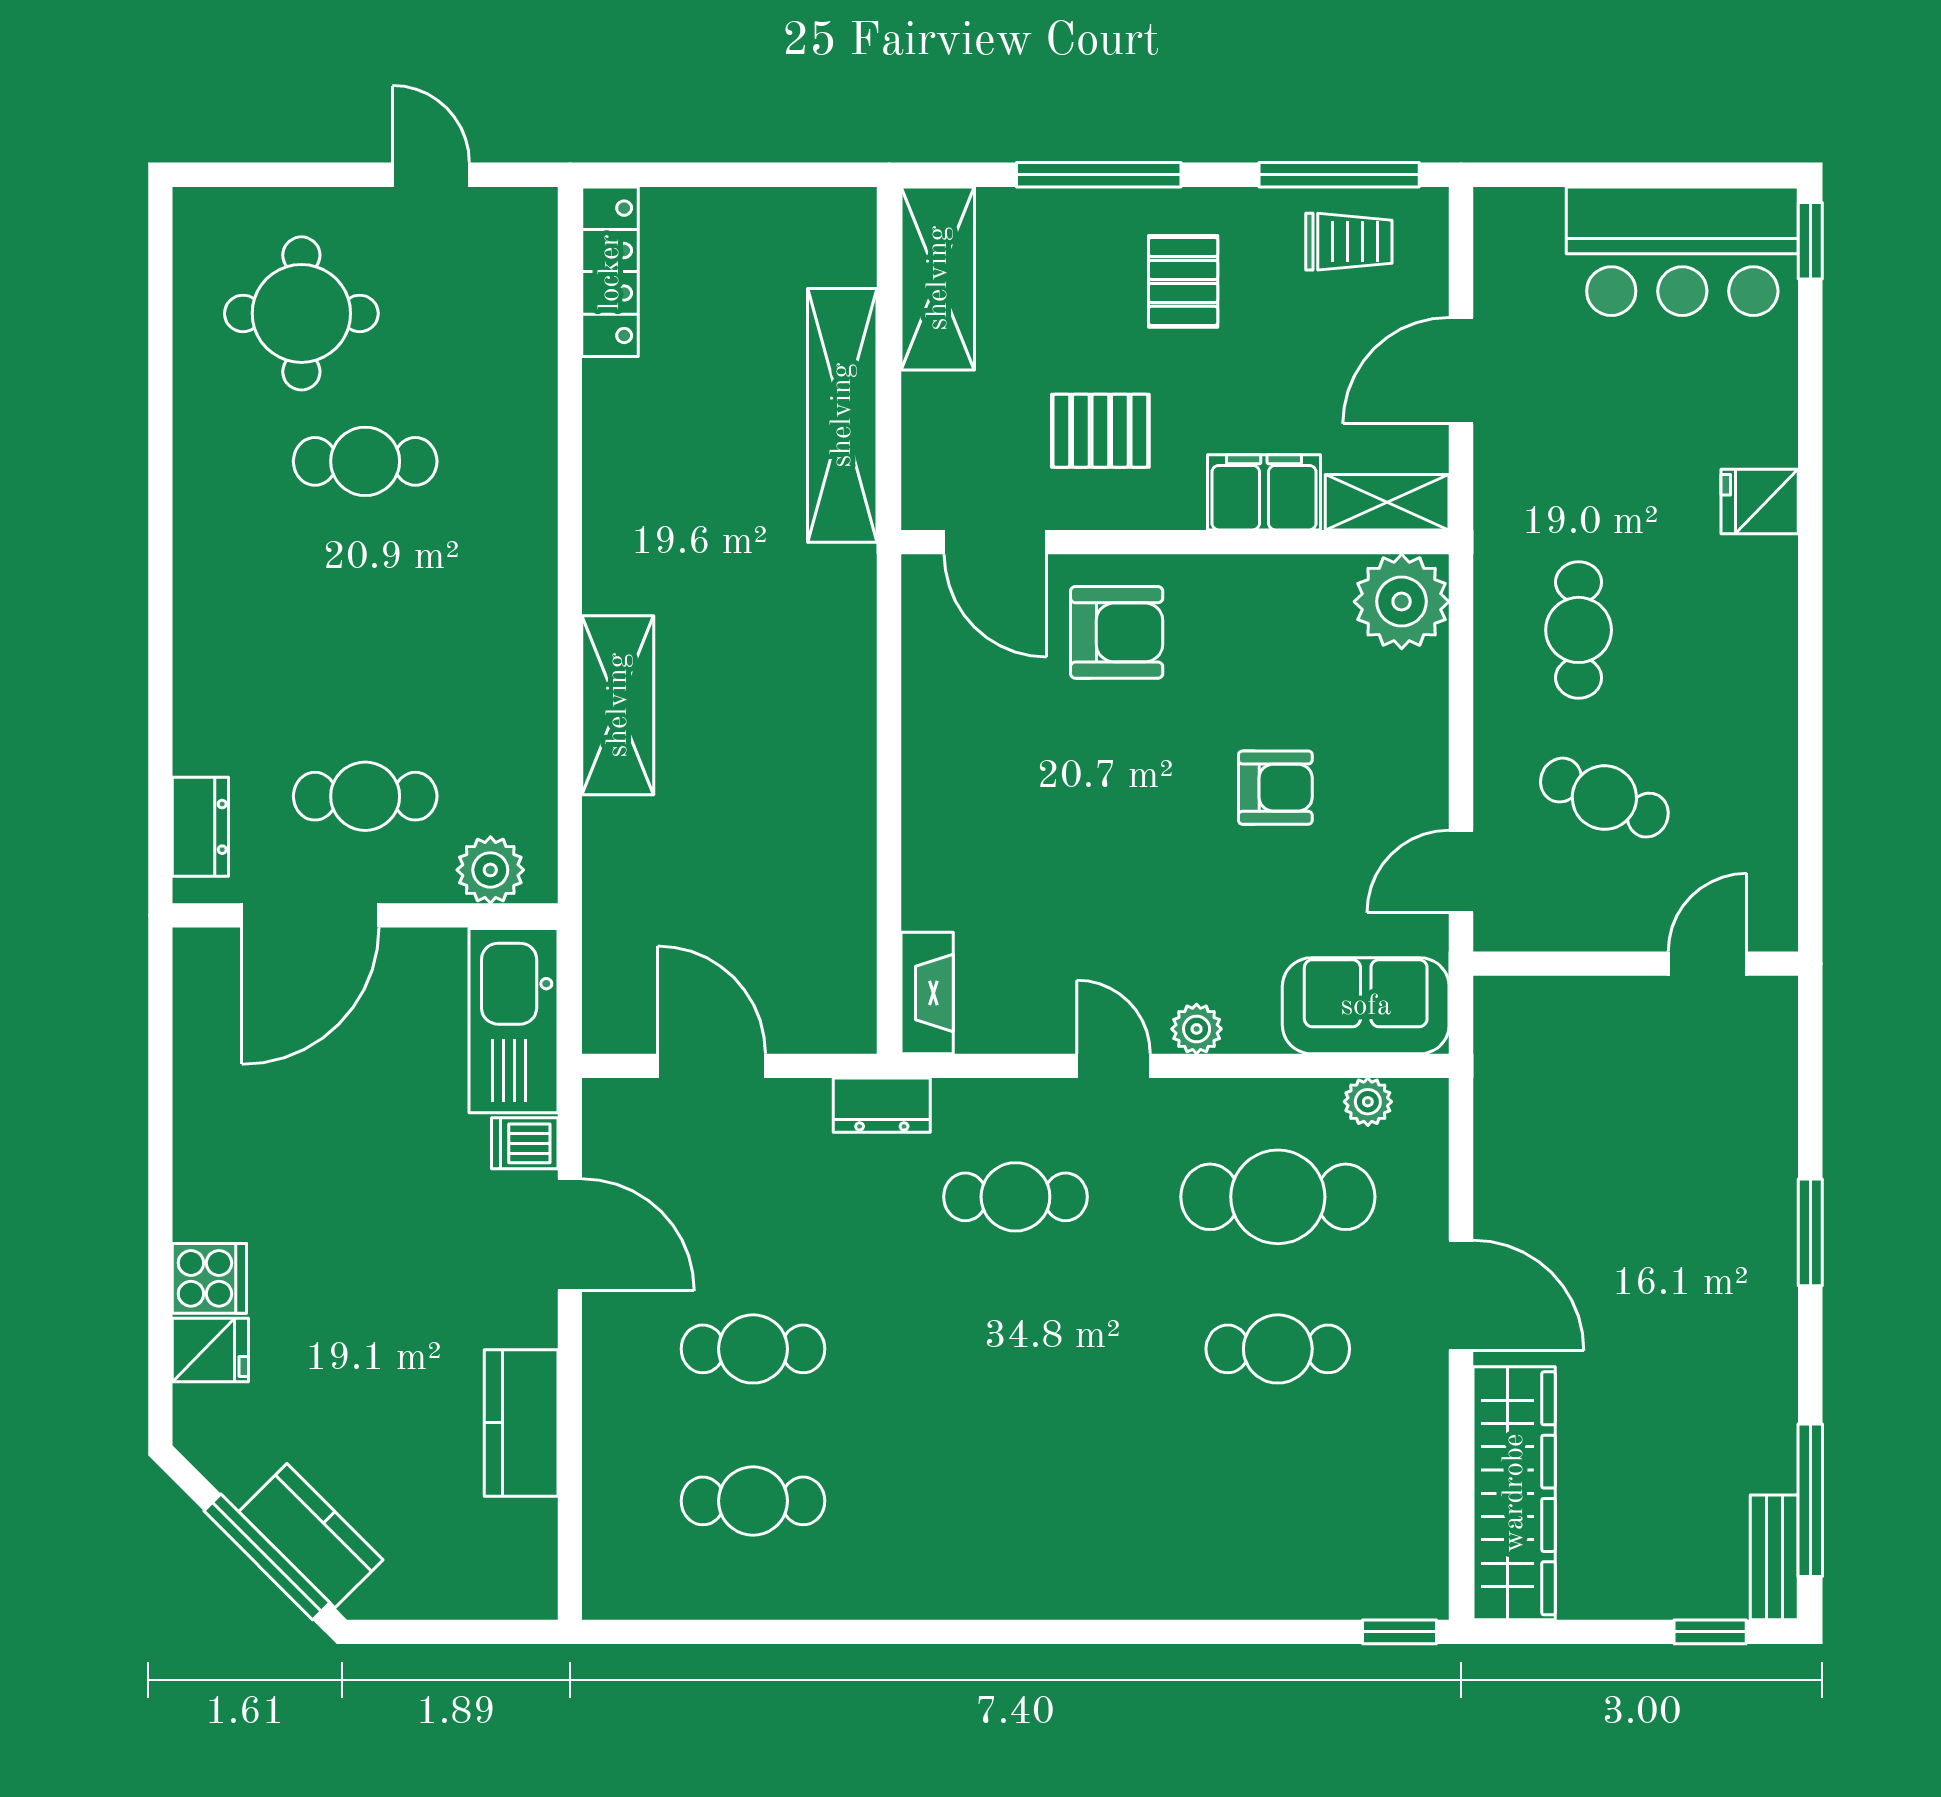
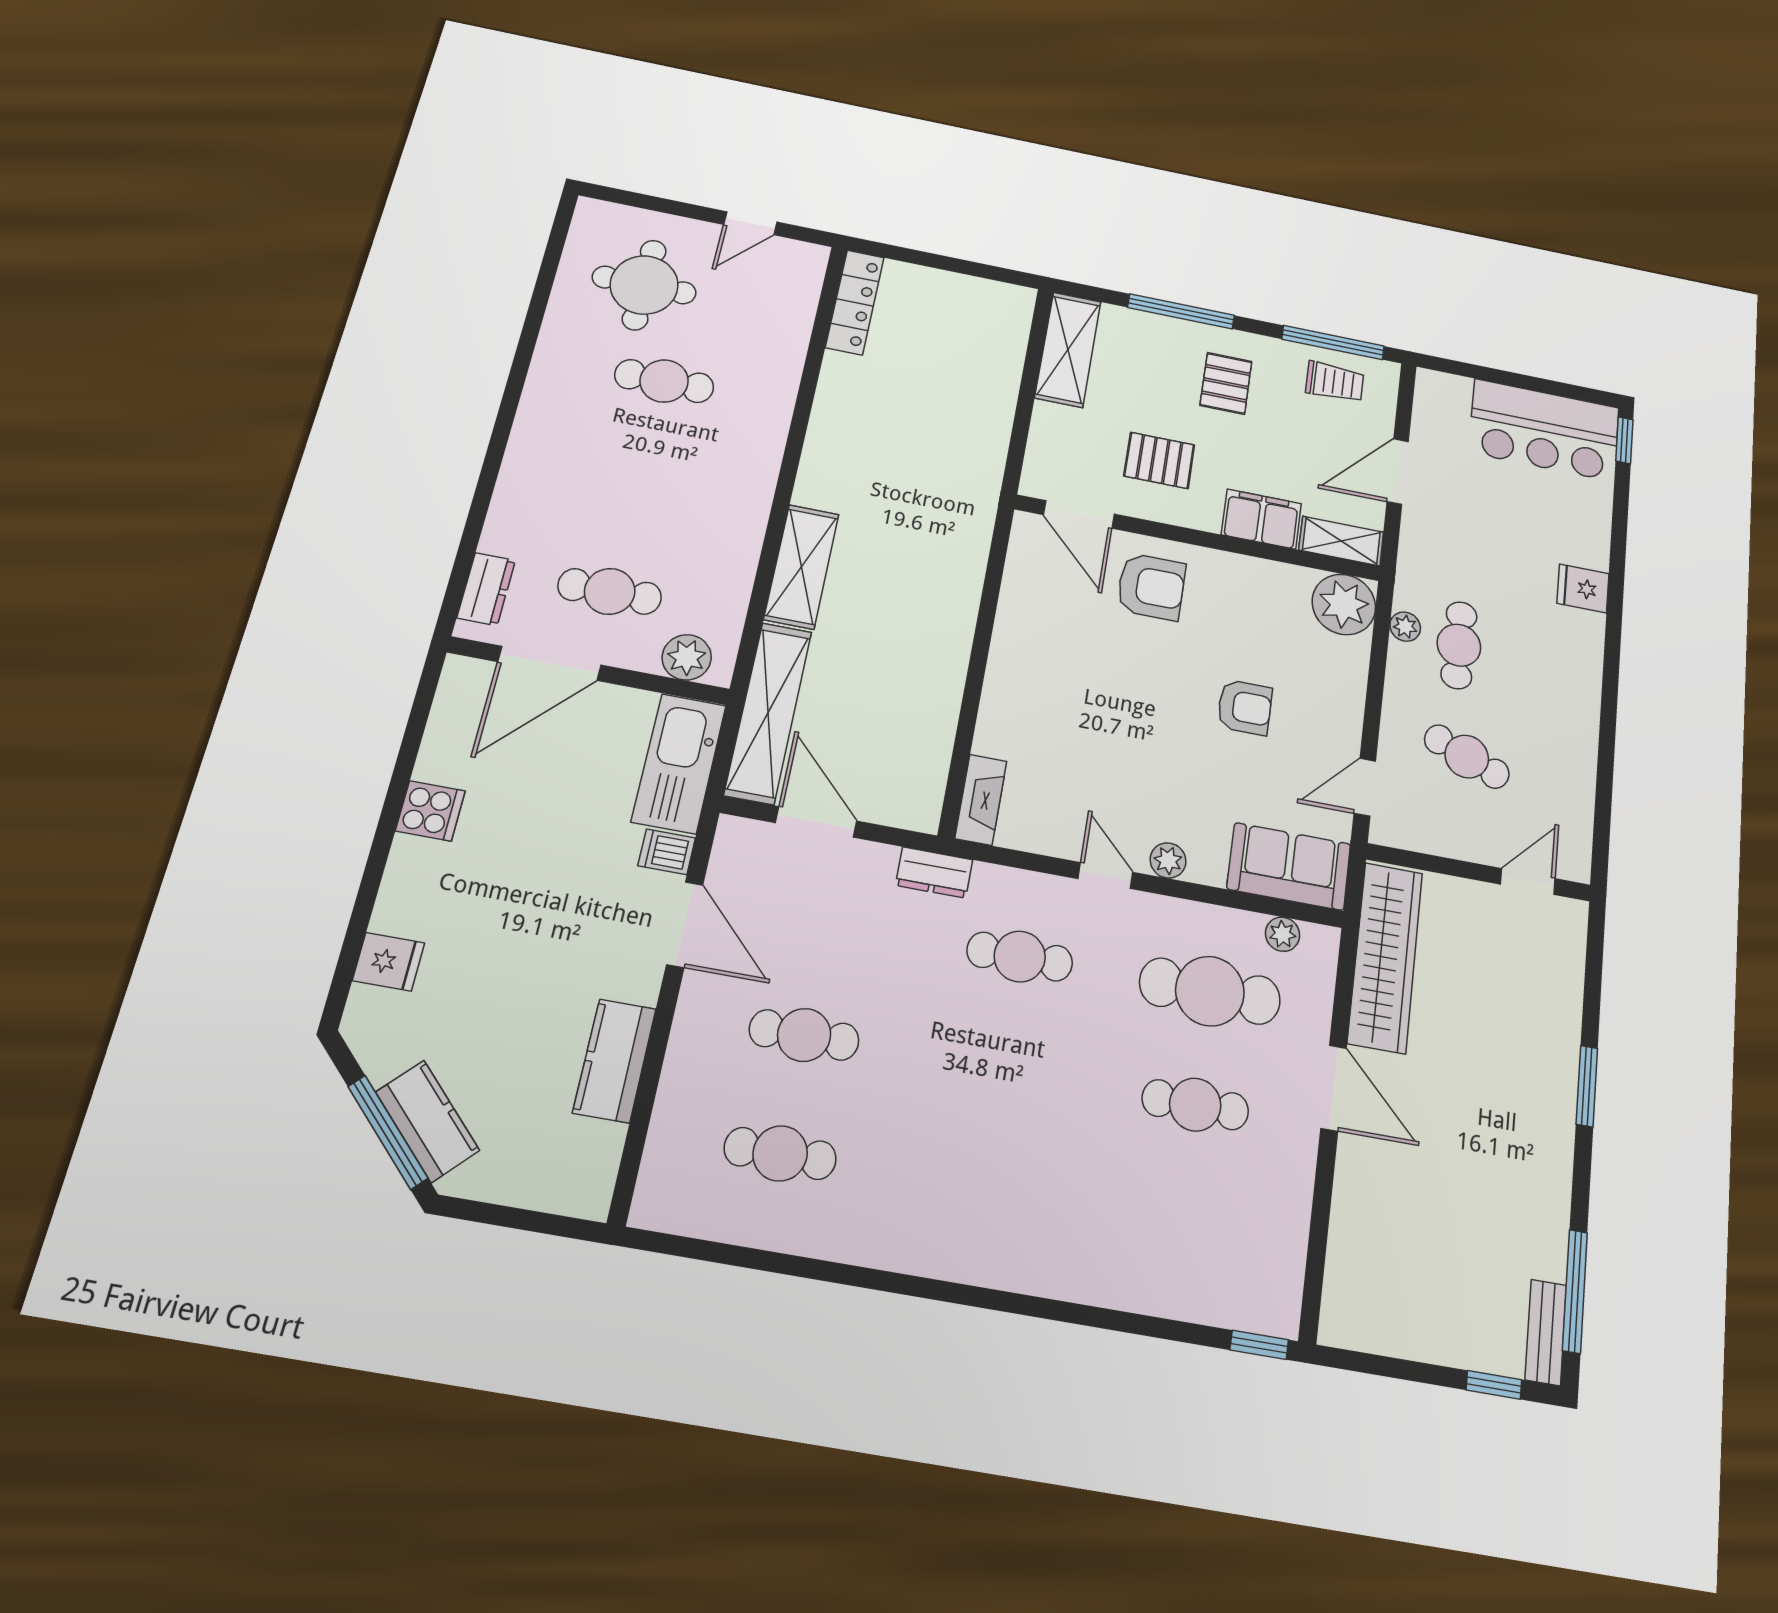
door: (431, 175) -> (750, 223), swing flipped
shelving: (842, 415) -> (768, 713), moved
plant: (1496, 617) -> (1405, 627), added
cooker: (209, 1278) -> (430, 811), moved
wardrobe: (1514, 1493) -> (1385, 957), moved

